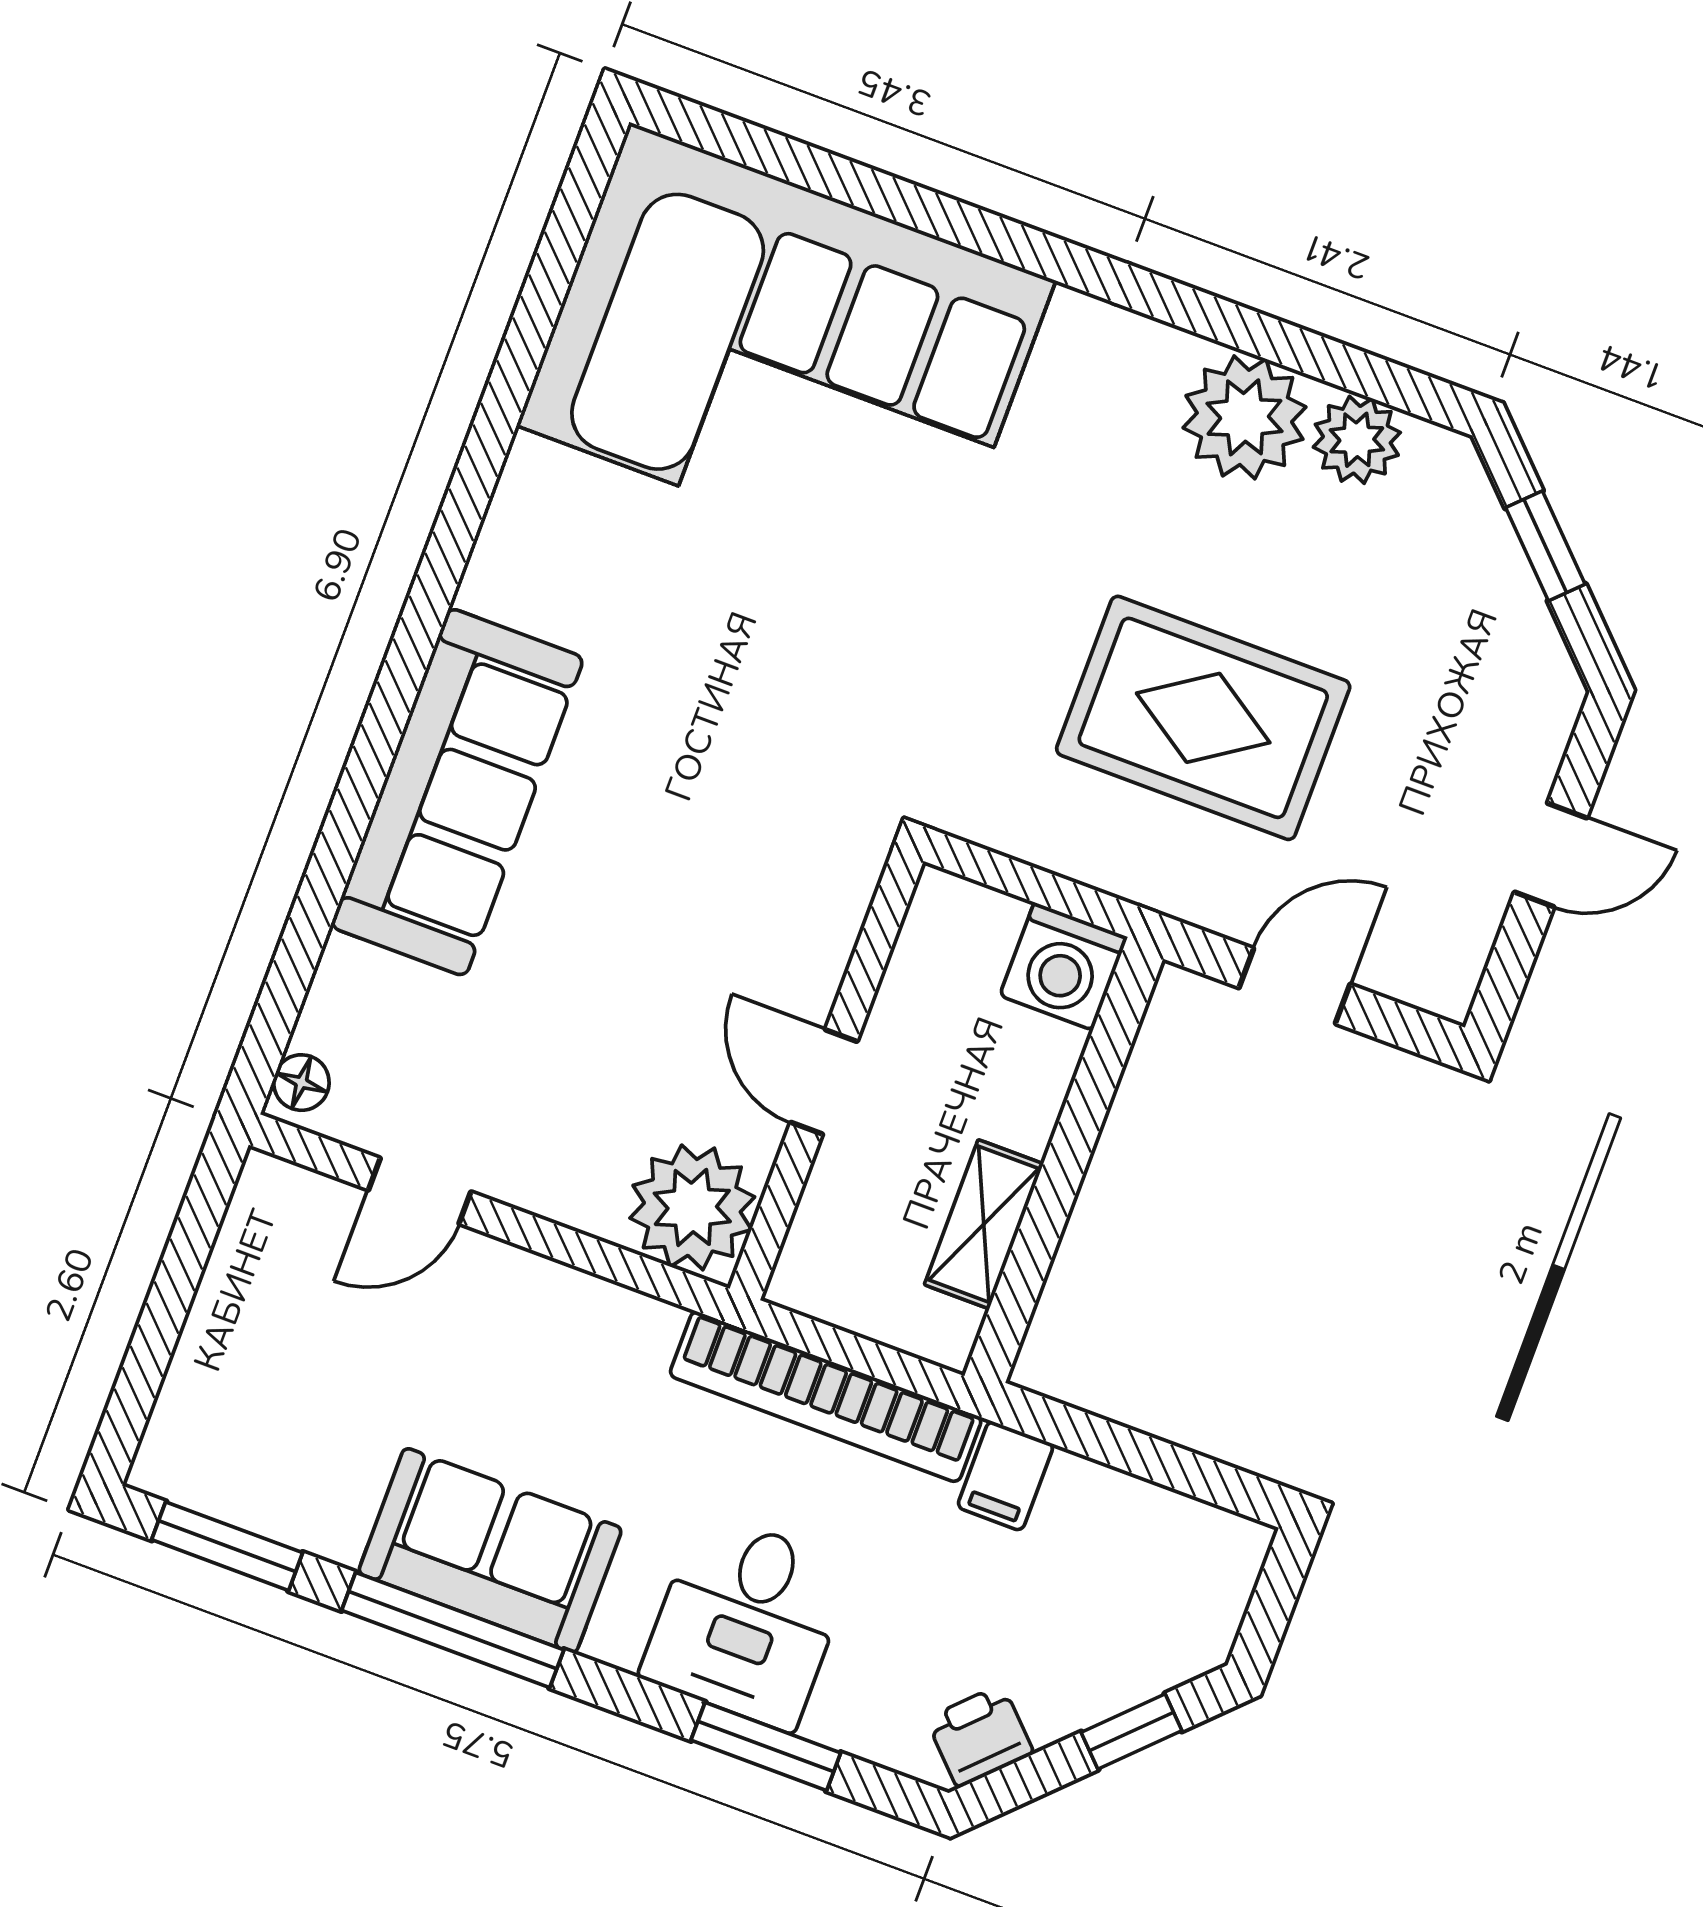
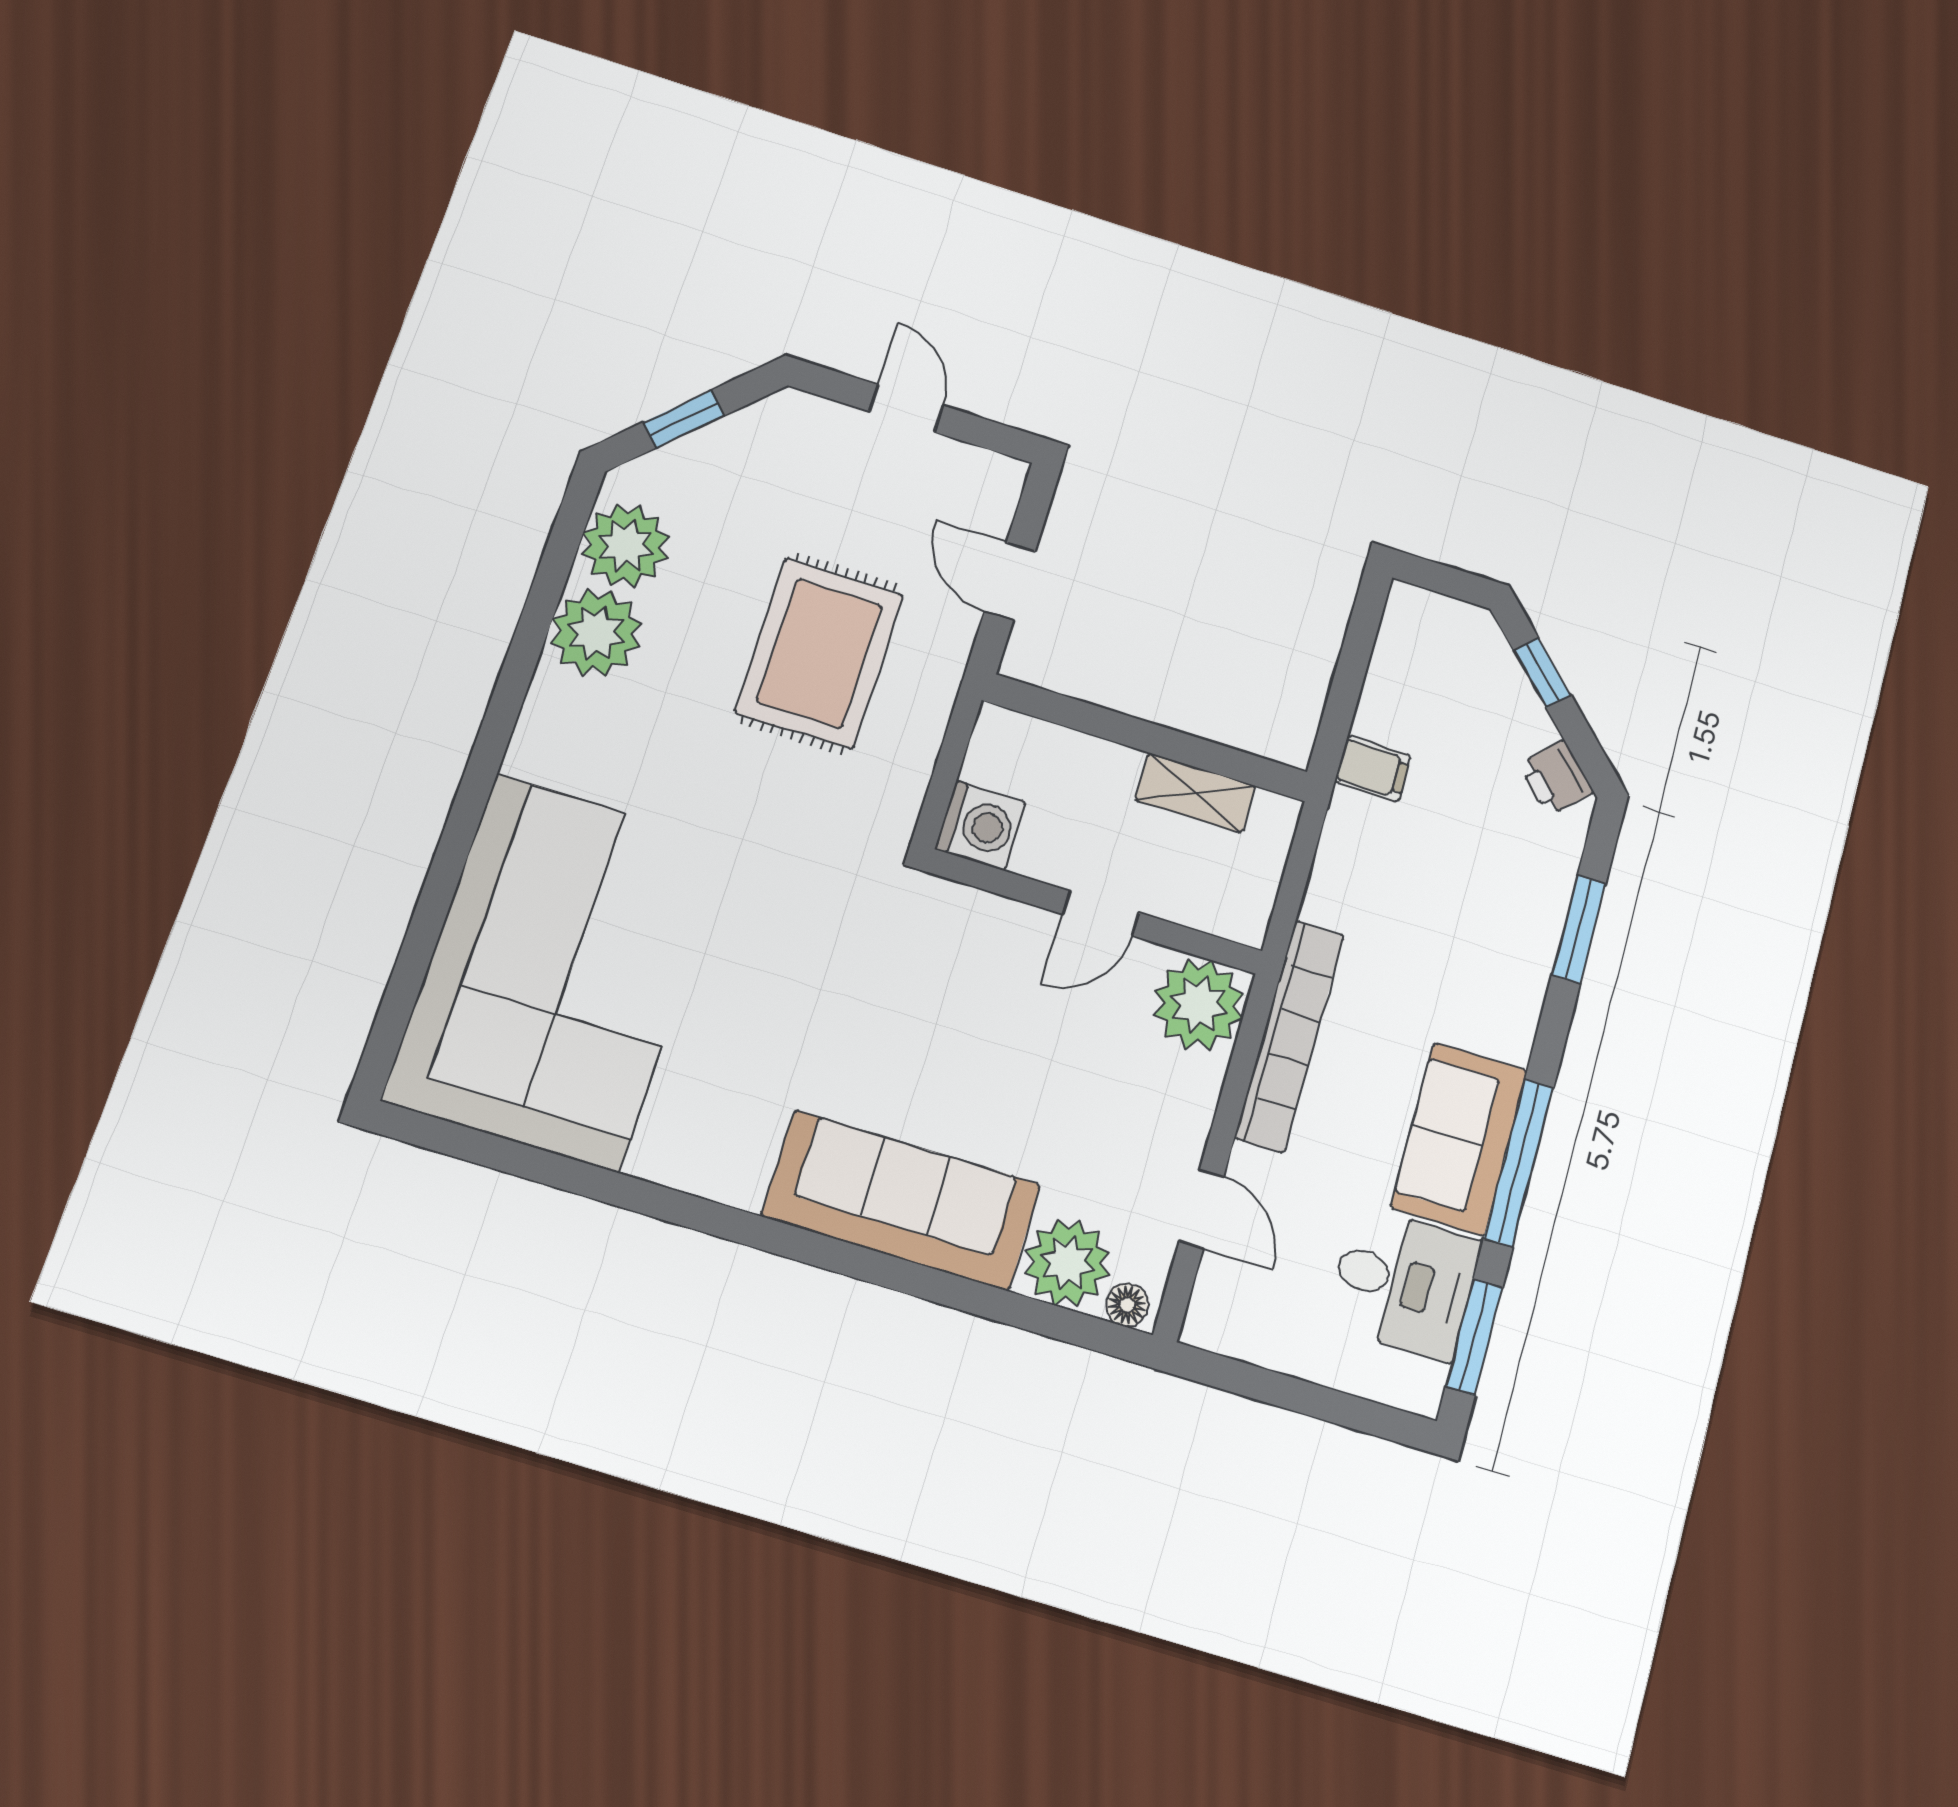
plant: (1357, 440) -> (625, 545), width x1.36, depth x1.36
washing machine: (1064, 966) -> (980, 826), moved
plant: (361, 1007) -> (1067, 1263), added
bookcase: (826, 1397) -> (1289, 1036), moved
desk: (747, 1621) -> (1403, 1283), moved

